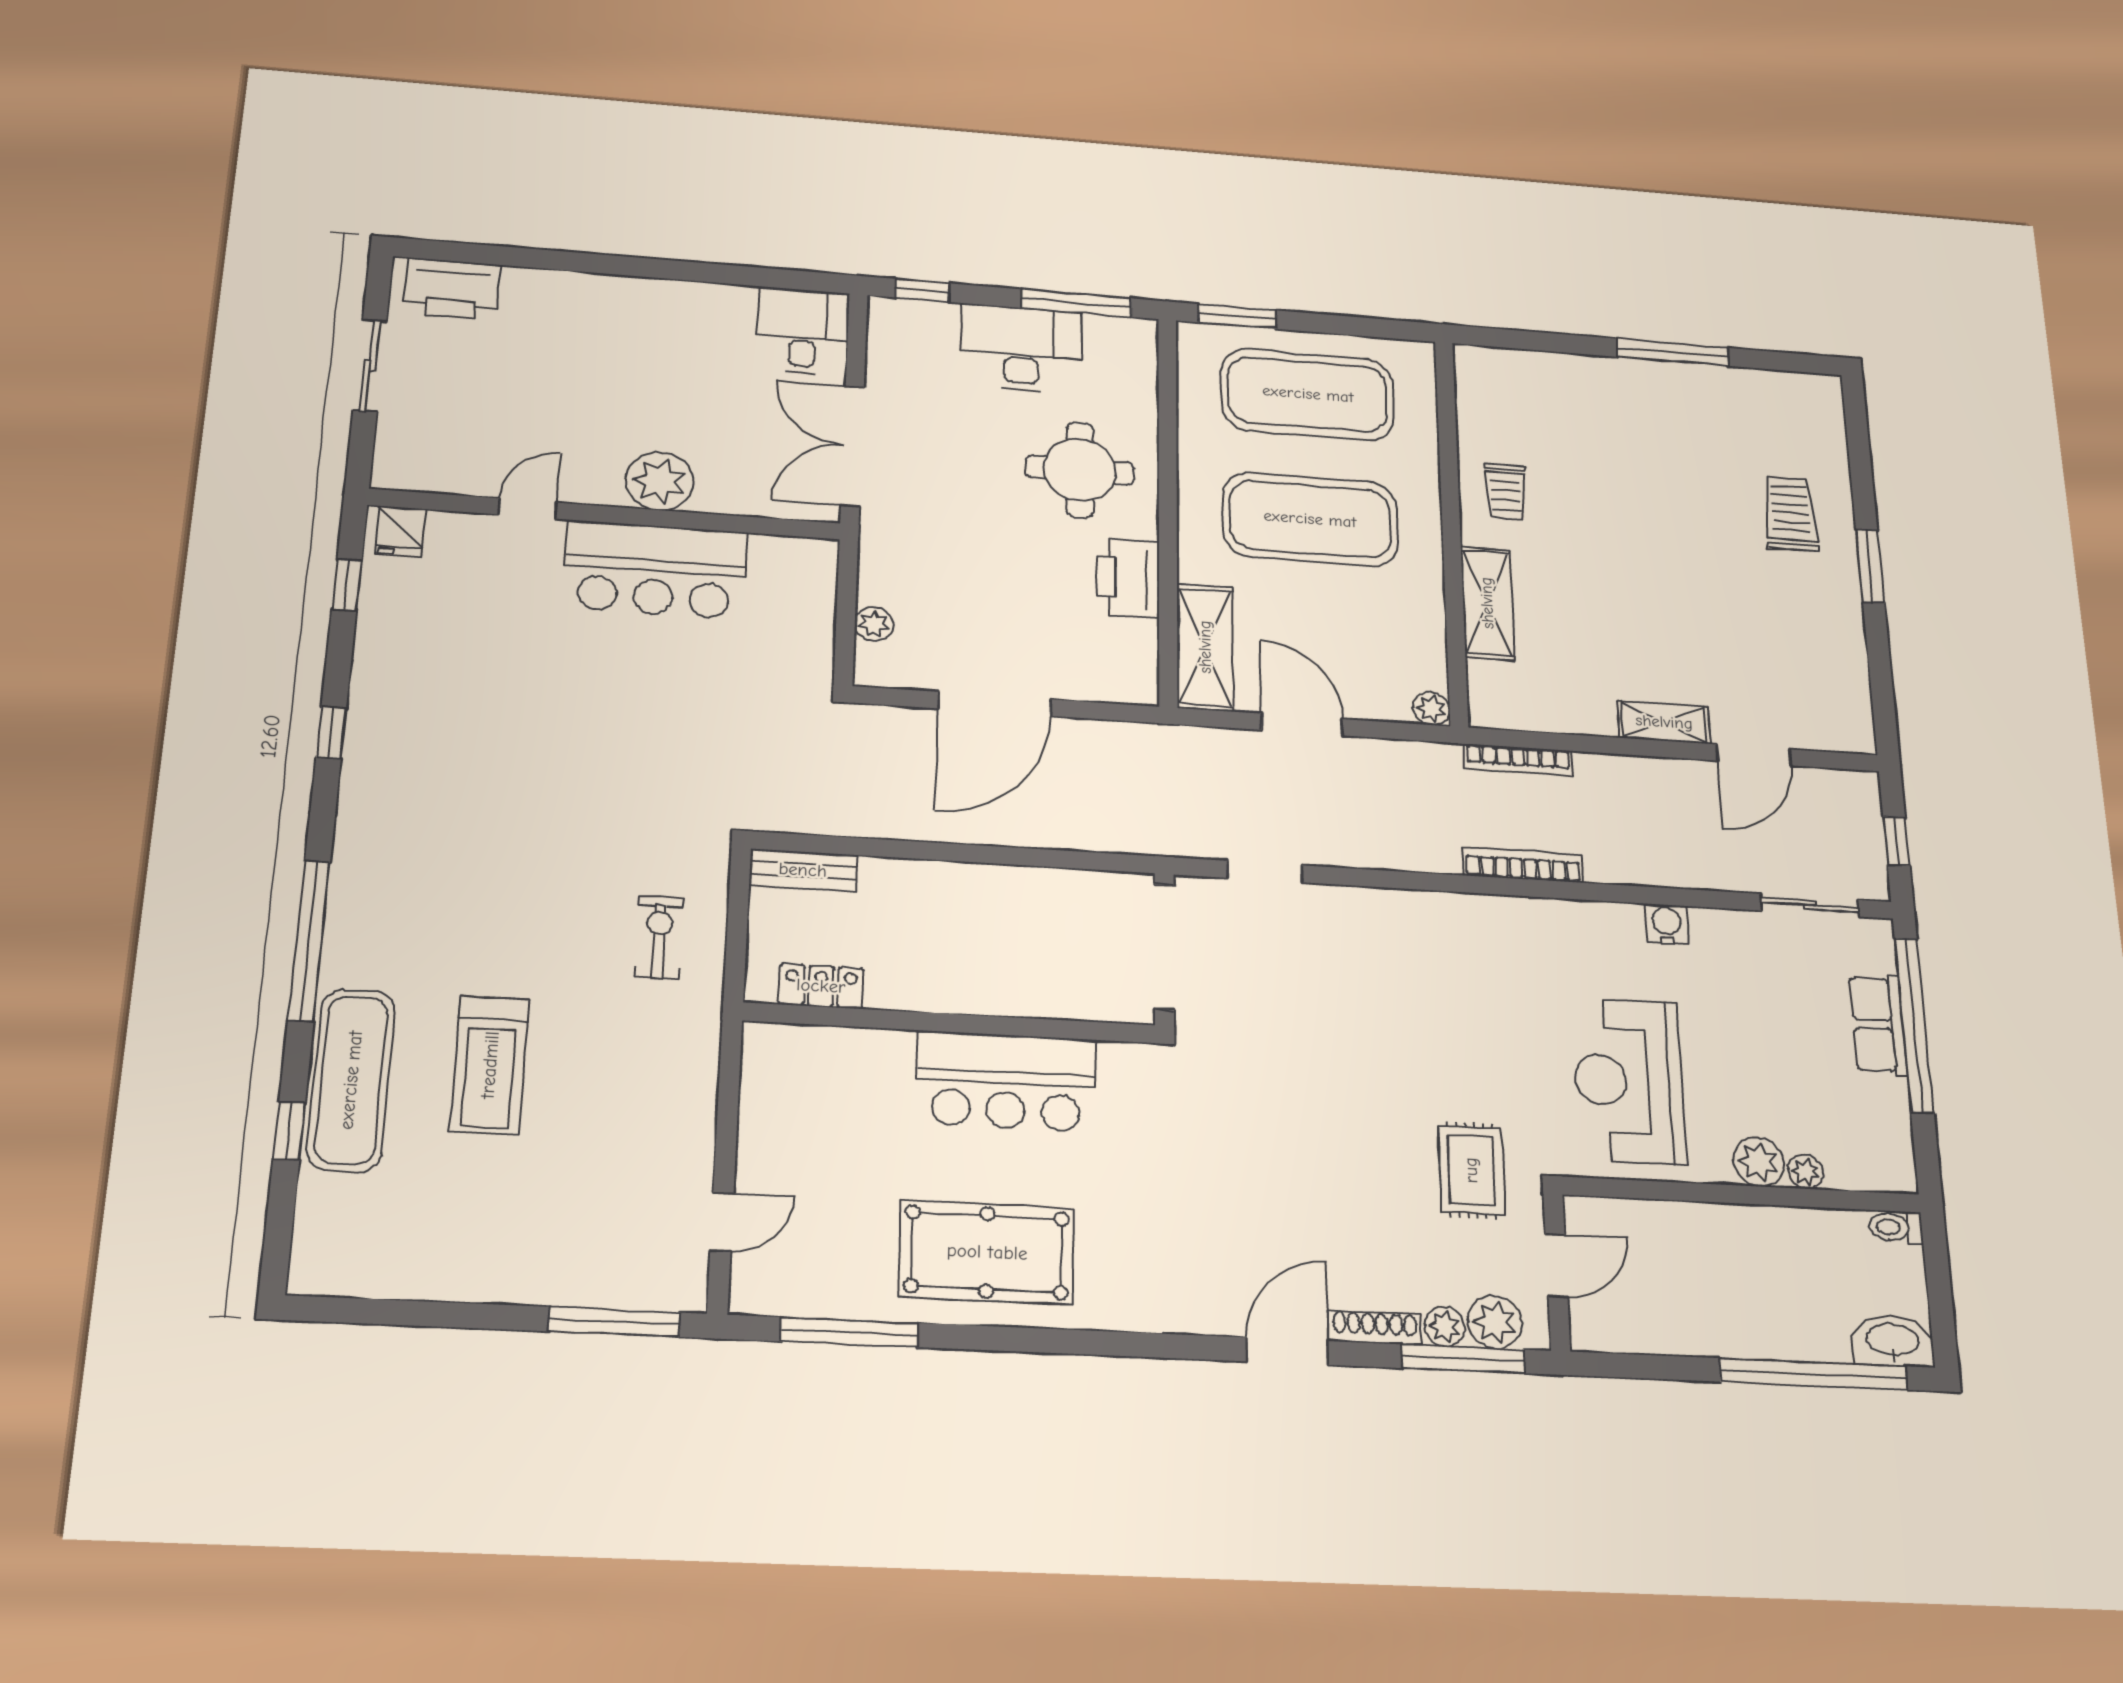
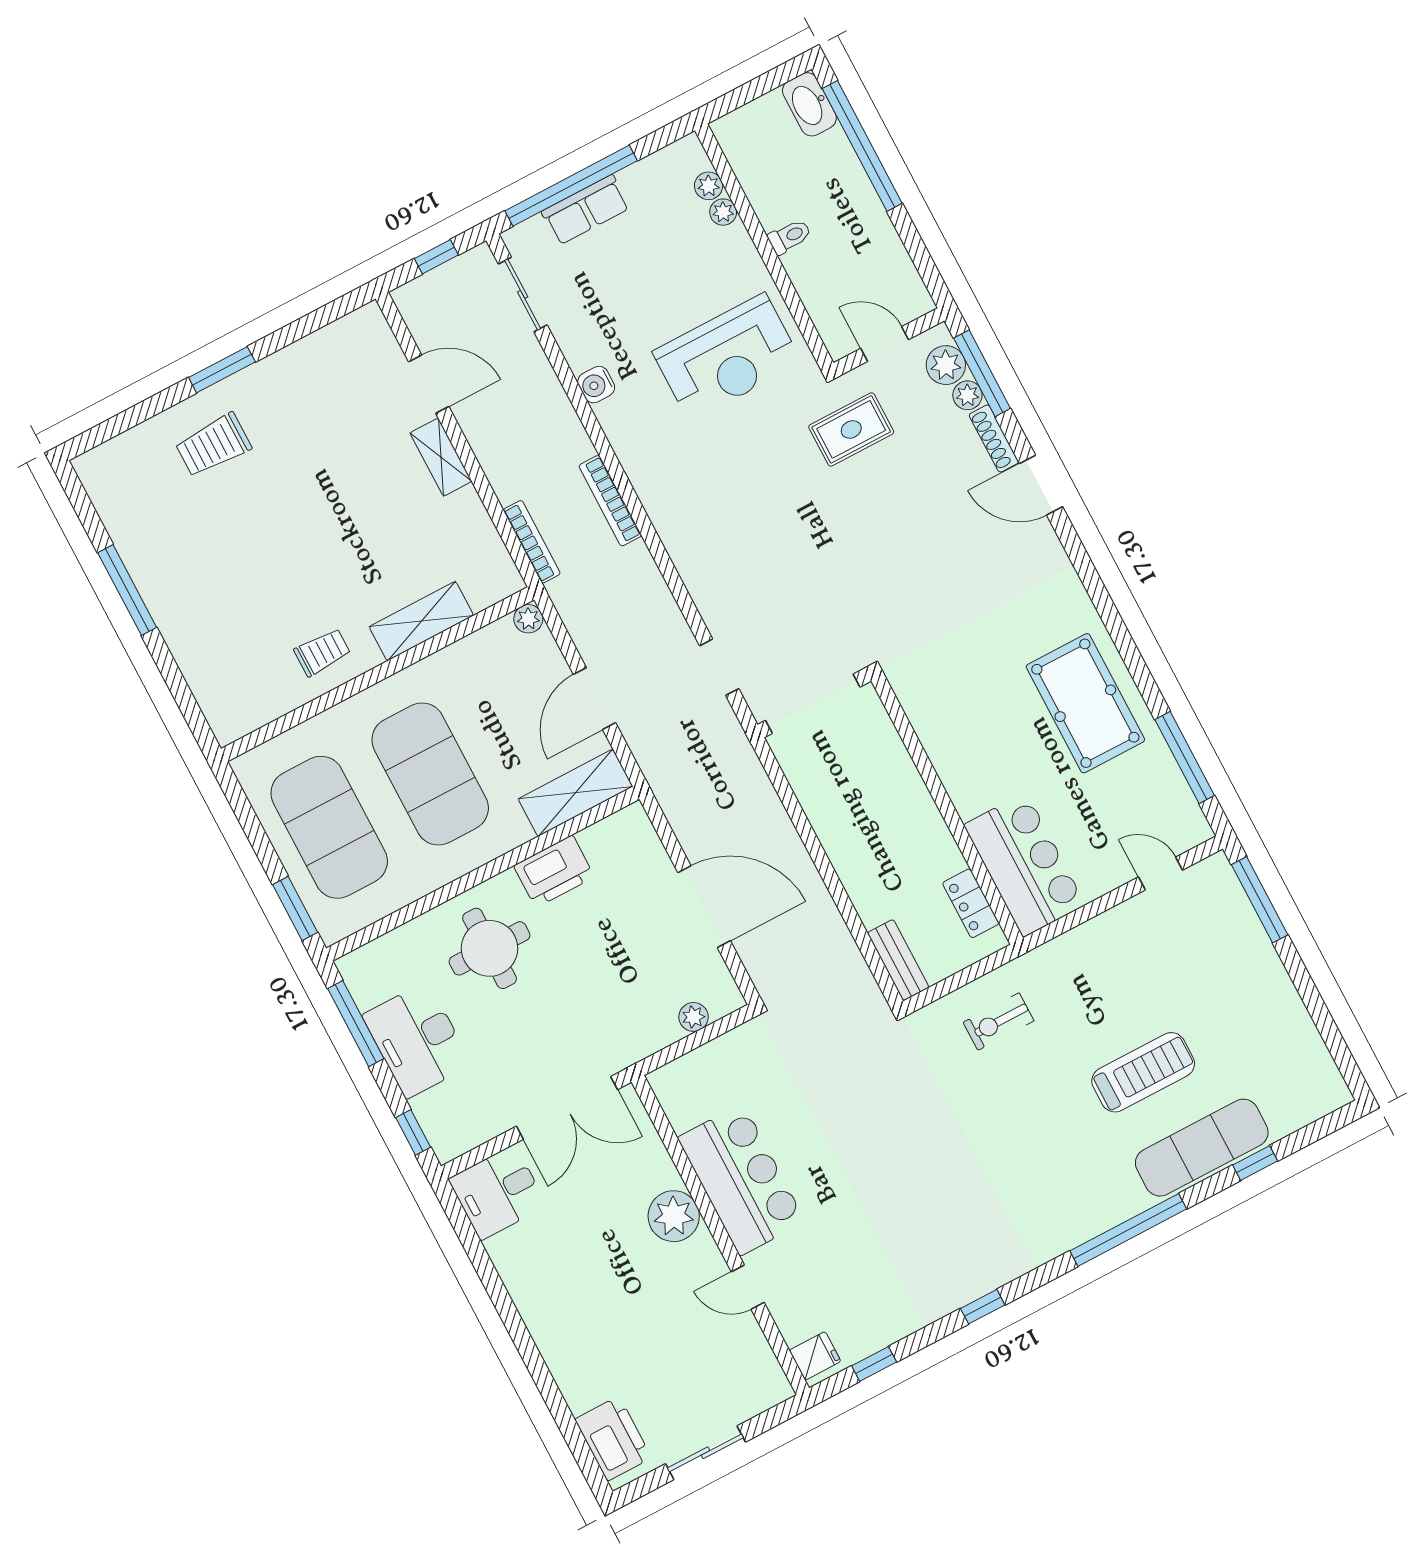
bar counter: (1006, 1081) -> (1025, 865), moved
plant: (1759, 1162) -> (709, 186), moved, width x0.73, depth x0.73
toilet: (1896, 1227) -> (790, 237), moved, turned -90

